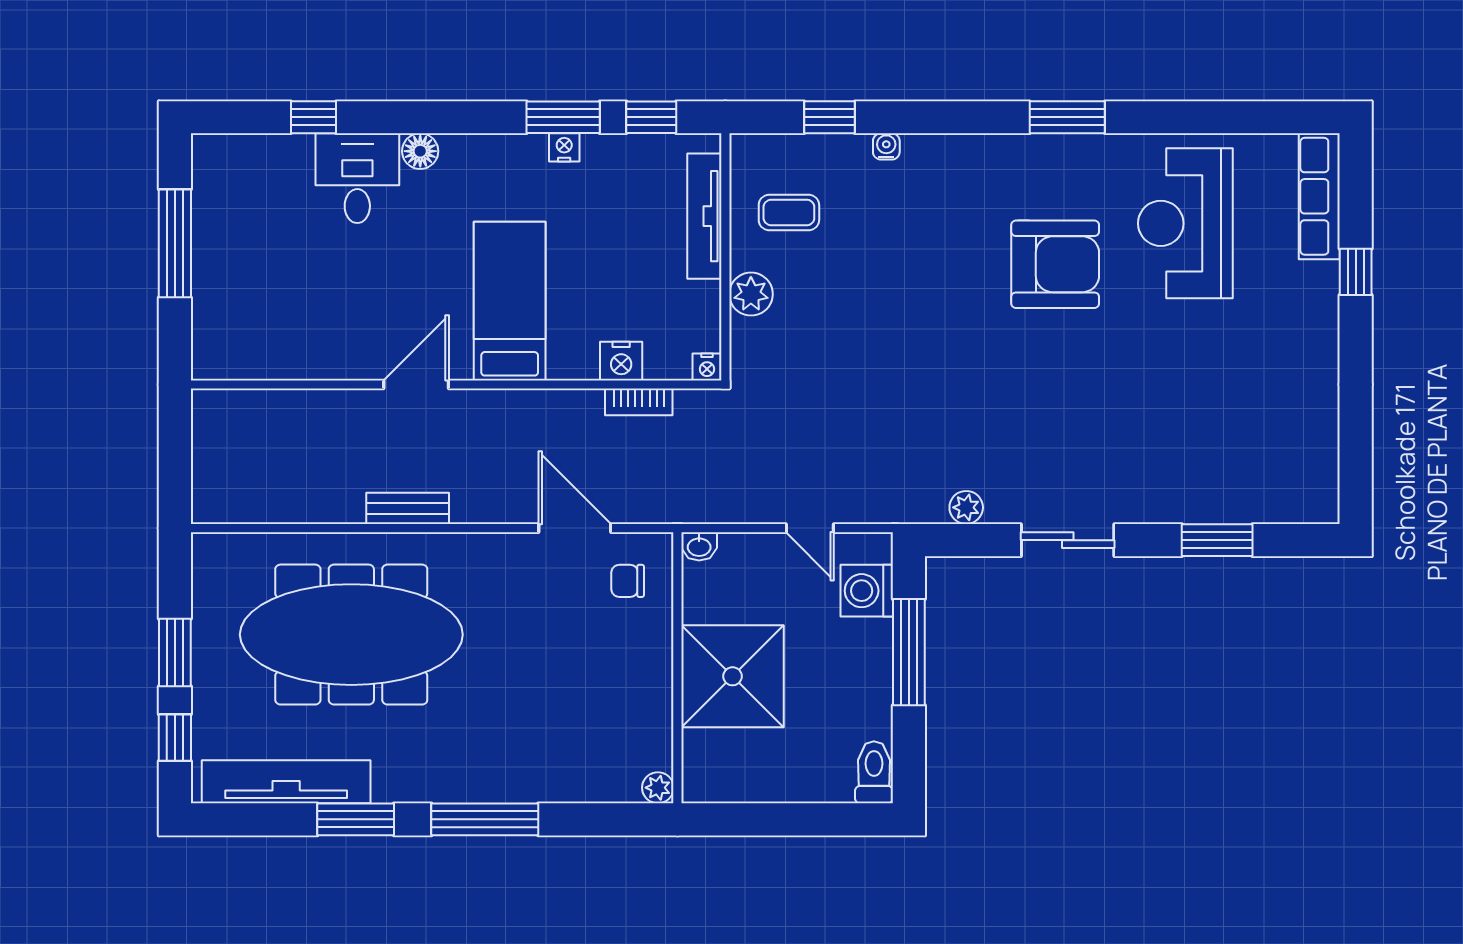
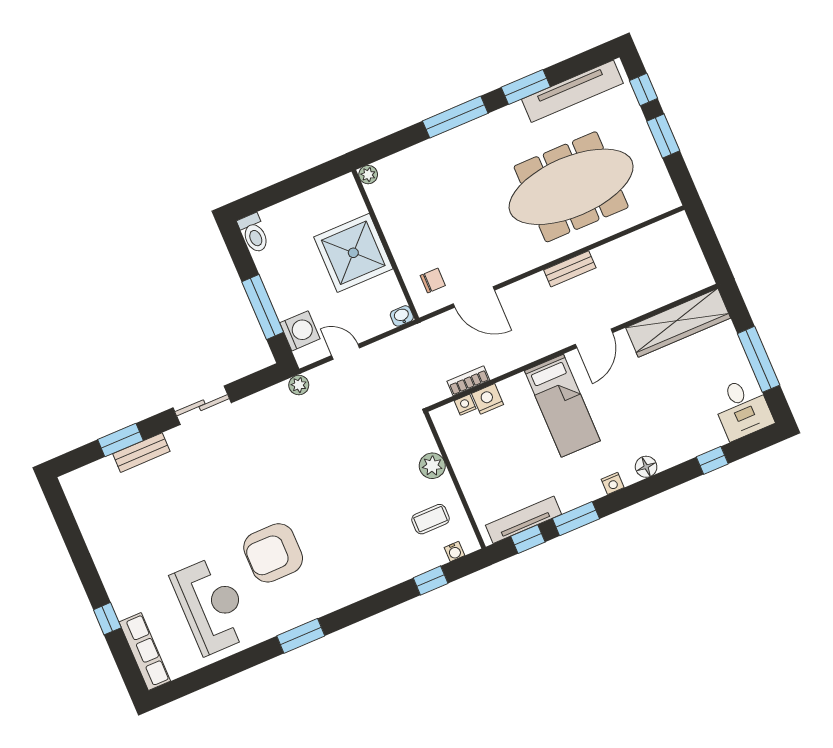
water cooler: (886, 146) -> (454, 552), moved
nightstand: (564, 147) -> (613, 483), moved
desk: (357, 178) -> (742, 408), moved
tv unit: (704, 216) -> (523, 520), moved, turned -90
wardrobe: (275, 353) -> (678, 323), added
nightstand: (707, 367) -> (465, 405), moved
plant: (966, 507) -> (299, 385), moved
bench: (1193, 507) -> (141, 453), added

